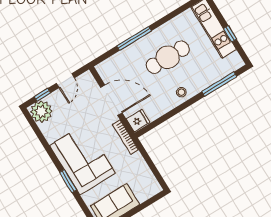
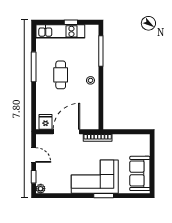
window: (134, 38) -> (34, 67), moved
cafe table: (168, 57) -> (61, 75), width x0.73, depth x0.74
plant: (41, 112) -> (41, 189), width x0.53, depth x0.53
fridge: (138, 121) -> (46, 122), moved

